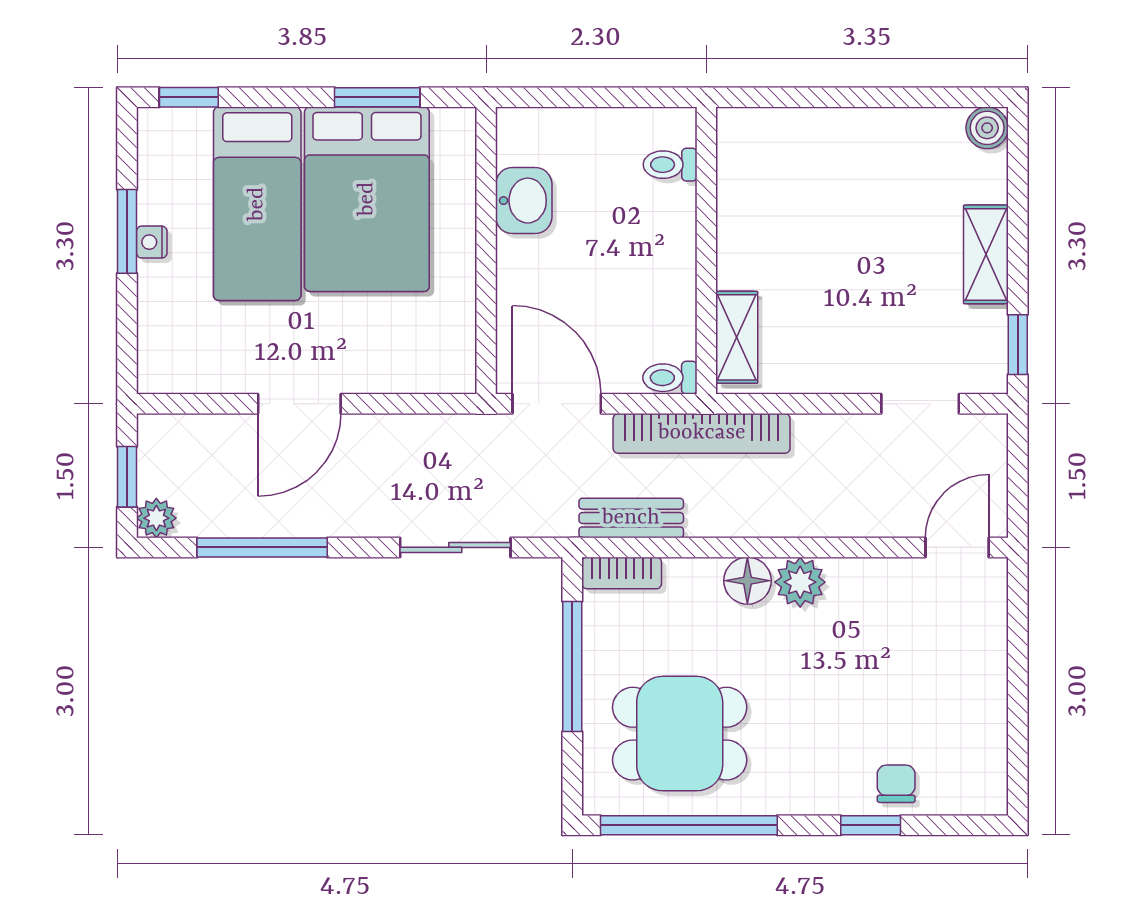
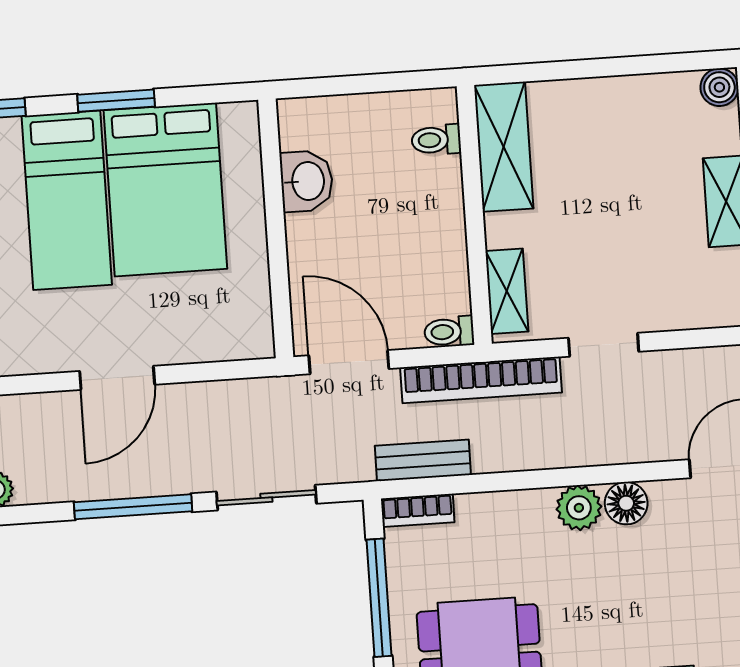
window: (377, 97) -> (116, 101), moved
shelving: (744, 177) -> (504, 147), added
doorway: (920, 404) -> (604, 345), moved
window: (262, 547) -> (133, 507), moved
floor lamp: (747, 581) -> (626, 503), moved

